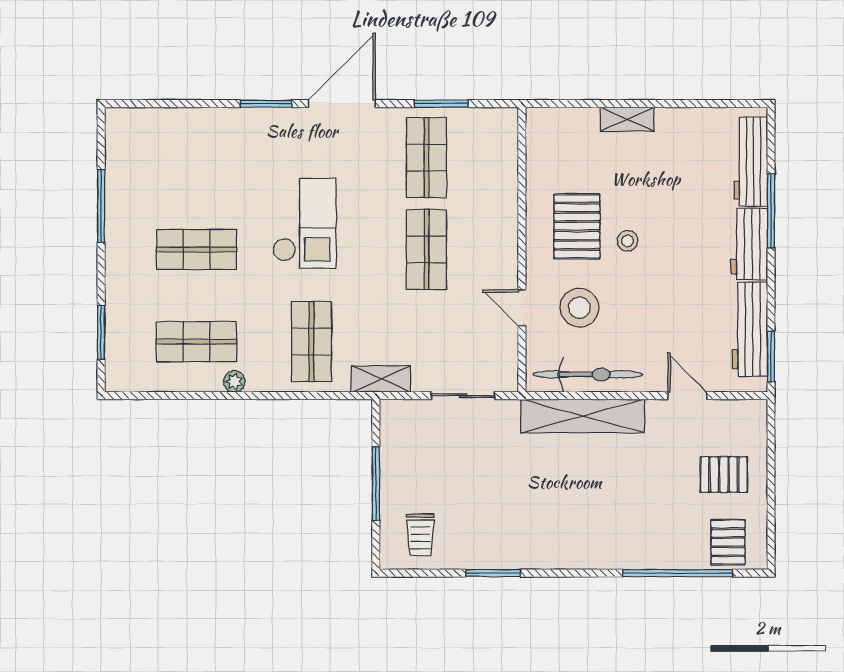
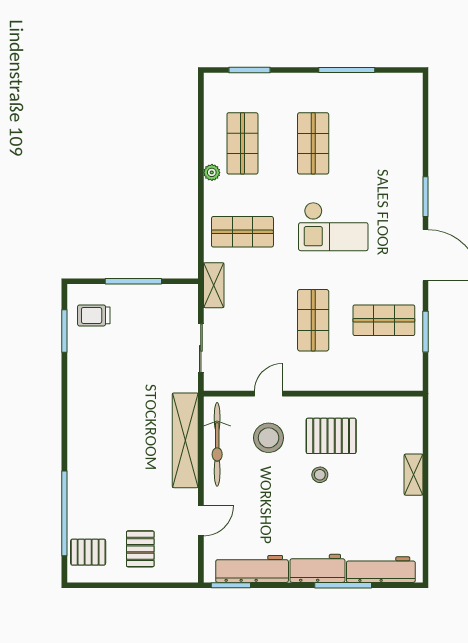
shop shelf: (427, 250) -> (313, 320), turned 90
window: (493, 573) -> (64, 331), moved

